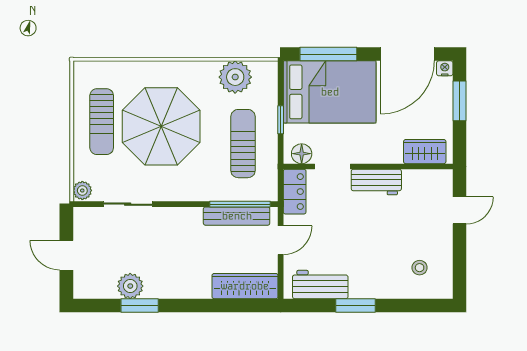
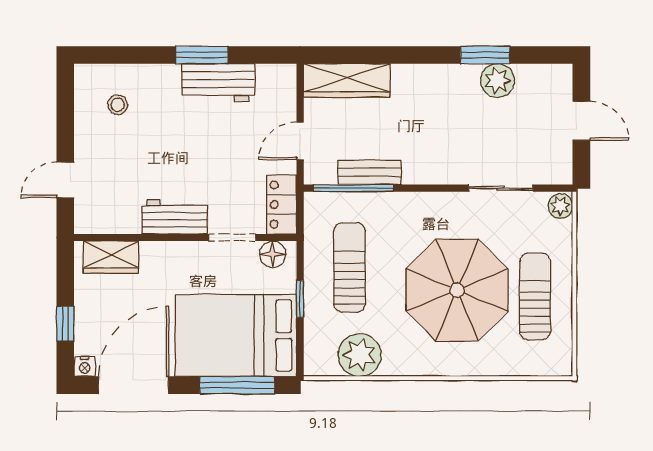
window: (459, 101) -> (65, 324), width x0.67
sun lounger: (243, 144) -> (349, 268), turned 180
bench: (237, 216) -> (369, 172), width x0.73
workbench: (320, 285) -> (218, 83), moved

